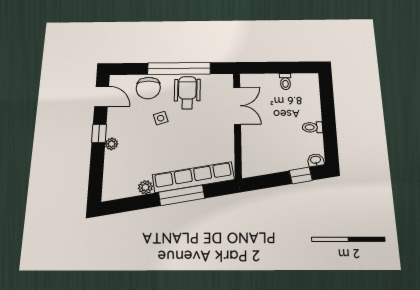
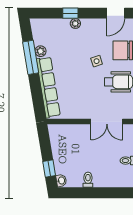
window: (99, 133) -> (70, 13), moved
window: (182, 195) -> (31, 57), moved

